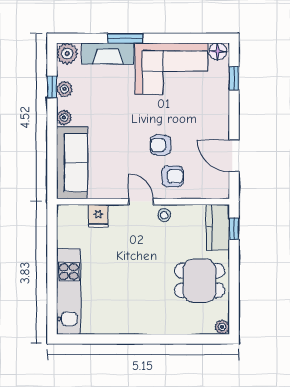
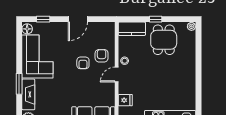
door: (234, 156) -> (78, 19), moved
window: (234, 229) -> (156, 19), moved

